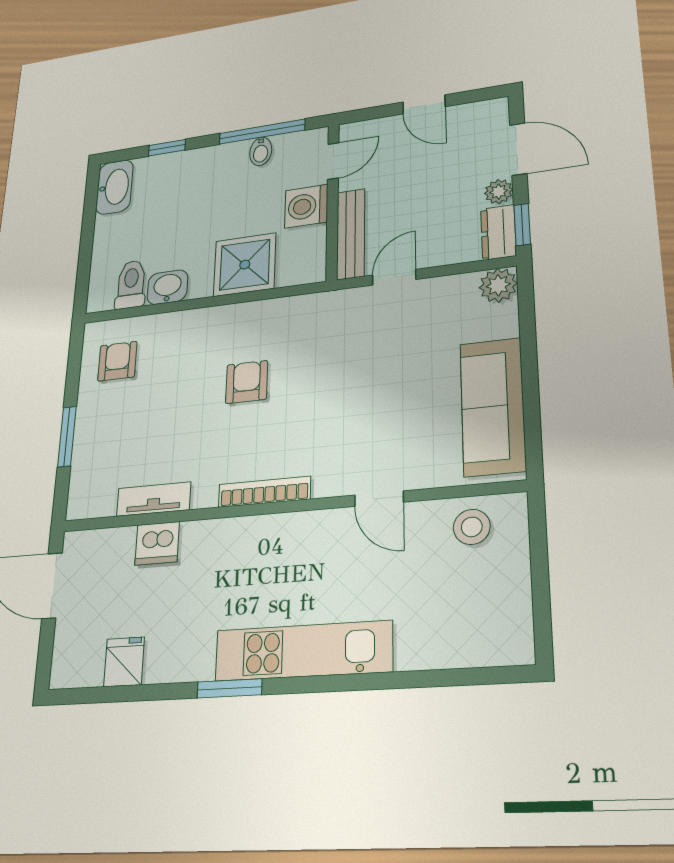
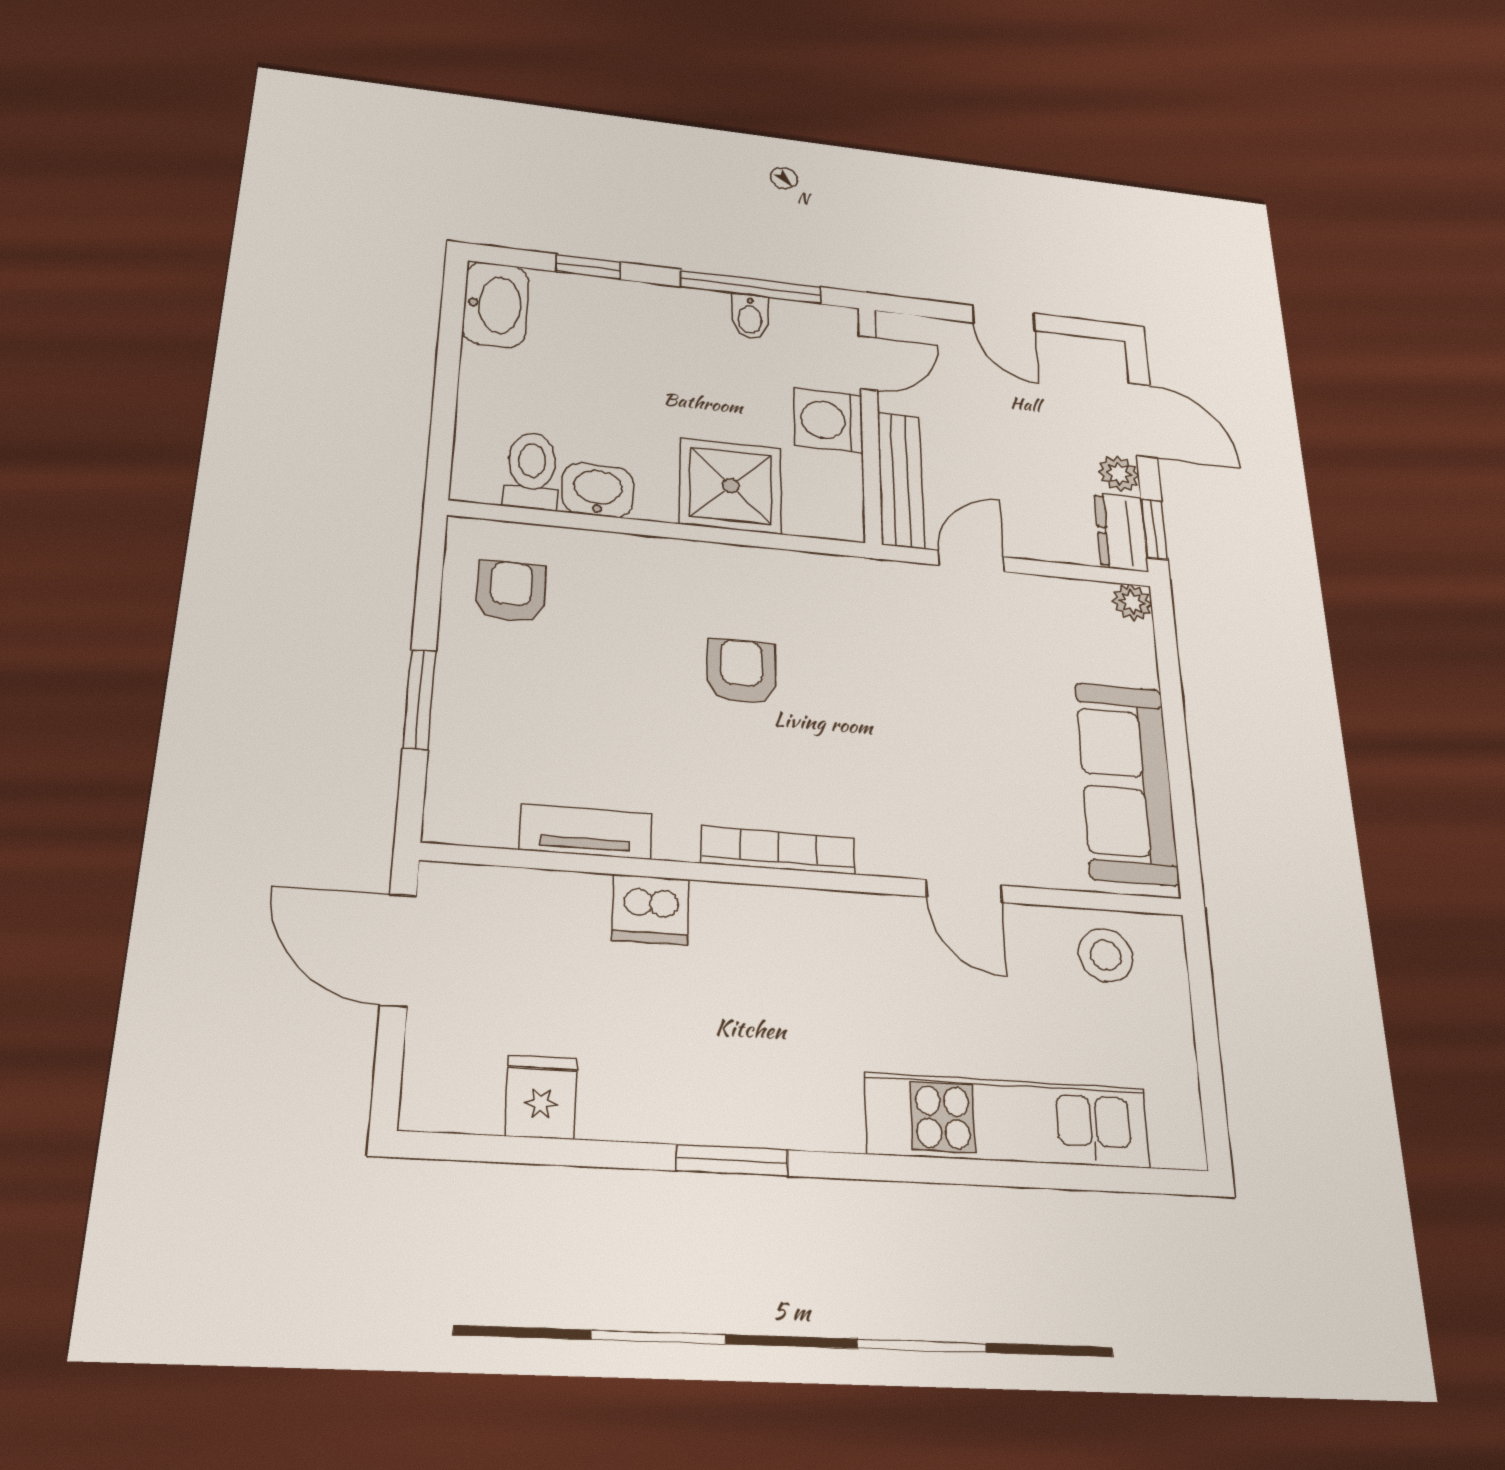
plant: (498, 285) -> (1132, 602), width x0.73, depth x0.73
dishwasher: (157, 543) -> (650, 910), moved
kitchen unit: (303, 651) -> (1008, 1121), moved

